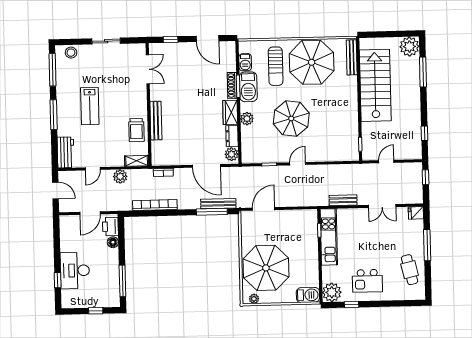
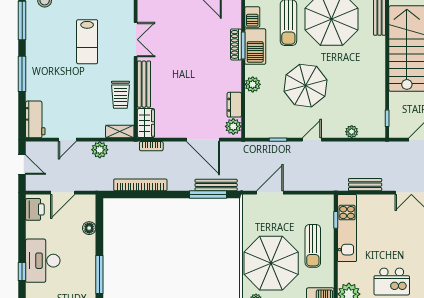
double door: (148, 69) -> (136, 40), moved
lab bench: (90, 106) -> (87, 42), moved
wardrobe: (230, 112) -> (146, 123), moved, turned 180
plant: (331, 156) -> (352, 132), added
printer: (110, 227) -> (35, 209), moved, turned 180
sun lounger: (301, 253) -> (313, 246), added

